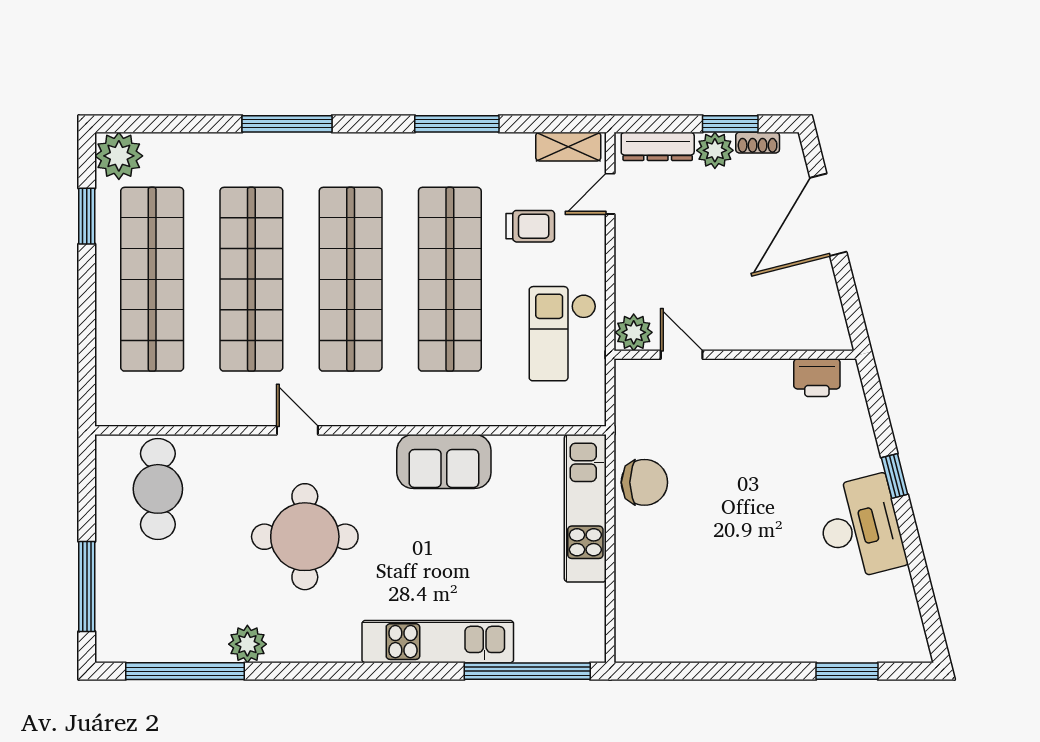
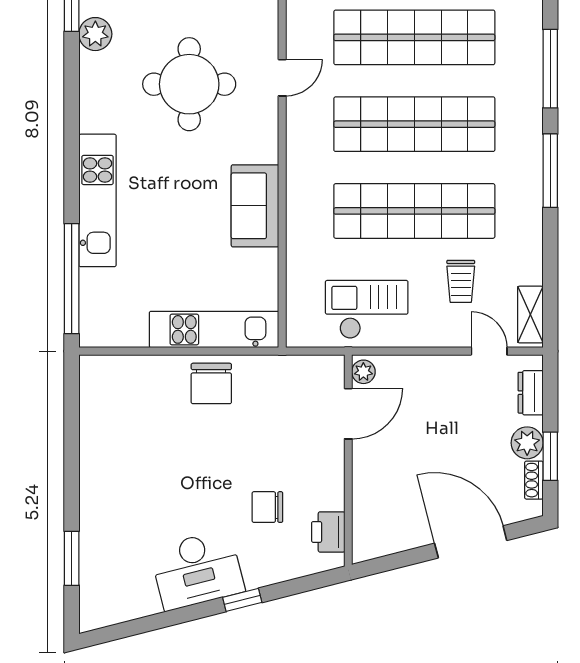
window: (457, 124) -> (550, 171), moved
dresser: (658, 146) -> (531, 393), width x0.70
plant: (634, 332) -> (363, 372), width x0.73, depth x0.73
door: (682, 355) -> (348, 414), width x1.38
chair: (788, 447) -> (267, 507), added
chair: (644, 482) -> (211, 383), moved

